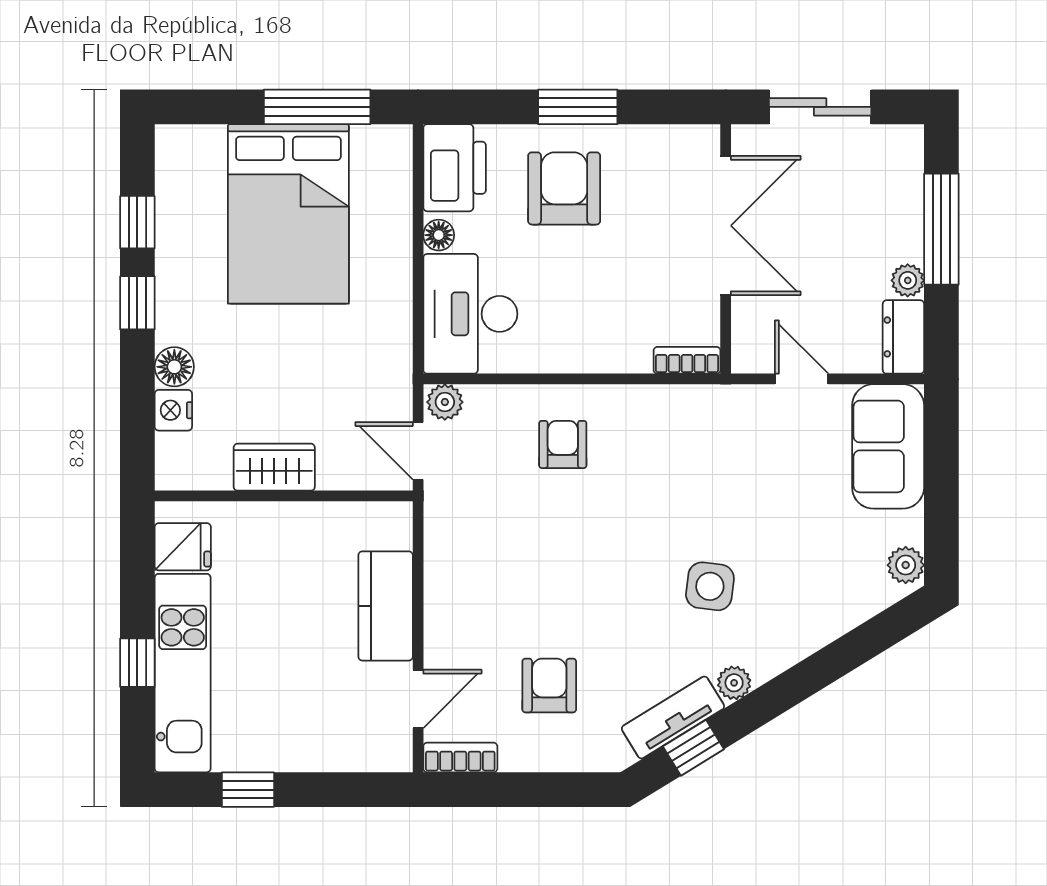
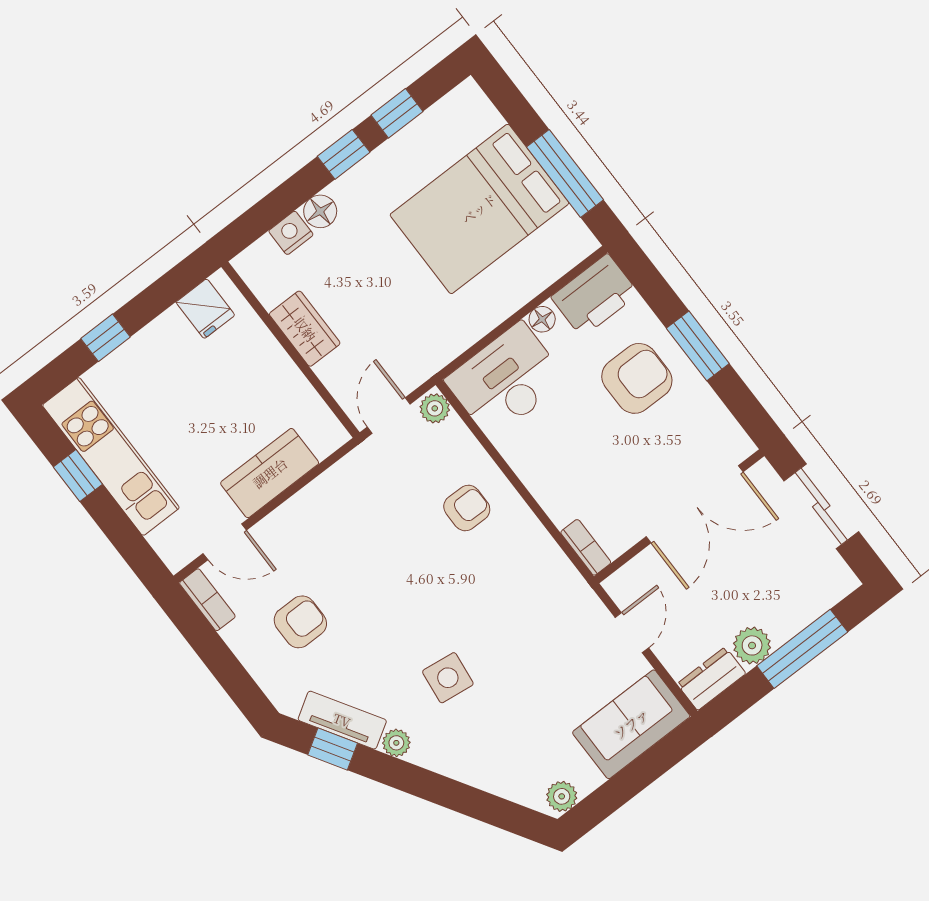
plant: (908, 280) -> (752, 645), width x1.38, depth x1.38
kitchen unit: (183, 673) -> (111, 456), moved, turned -90

